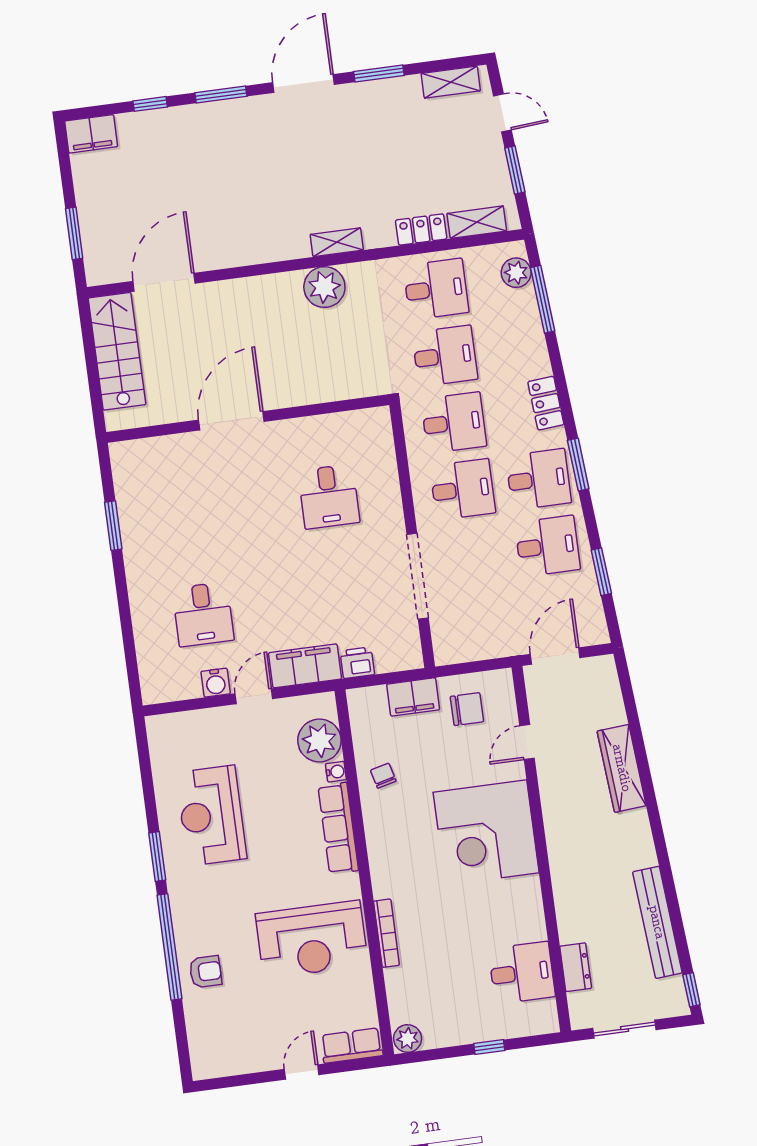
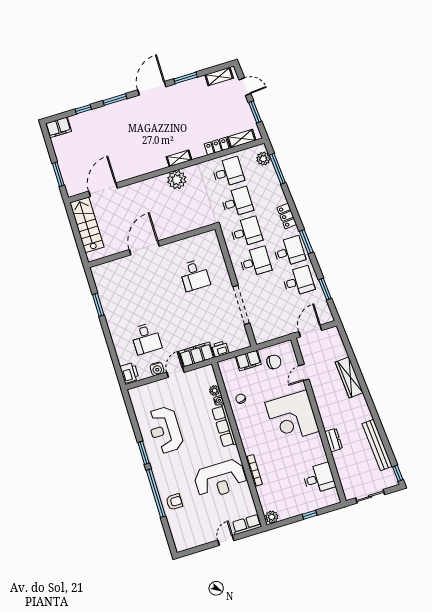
printer: (156, 682) -> (129, 373), added
plant: (319, 741) -> (215, 391), width x0.53, depth x0.53
dresser: (576, 967) -> (333, 440), moved

